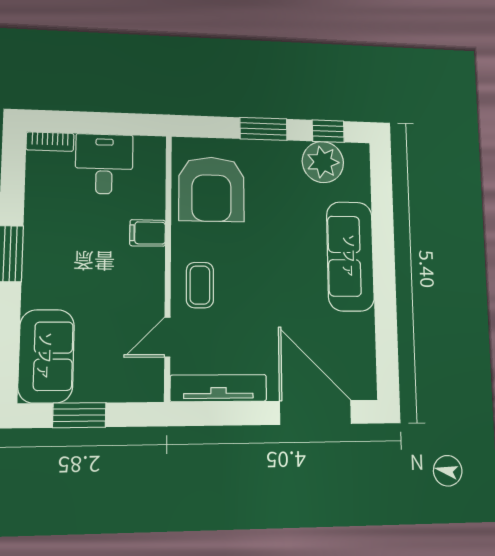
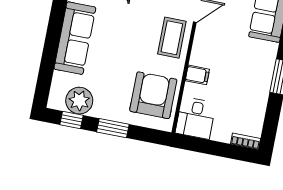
desk: (104, 164) -> (196, 118), moved
coffee table: (200, 285) -> (172, 38), width x1.36, depth x1.30

